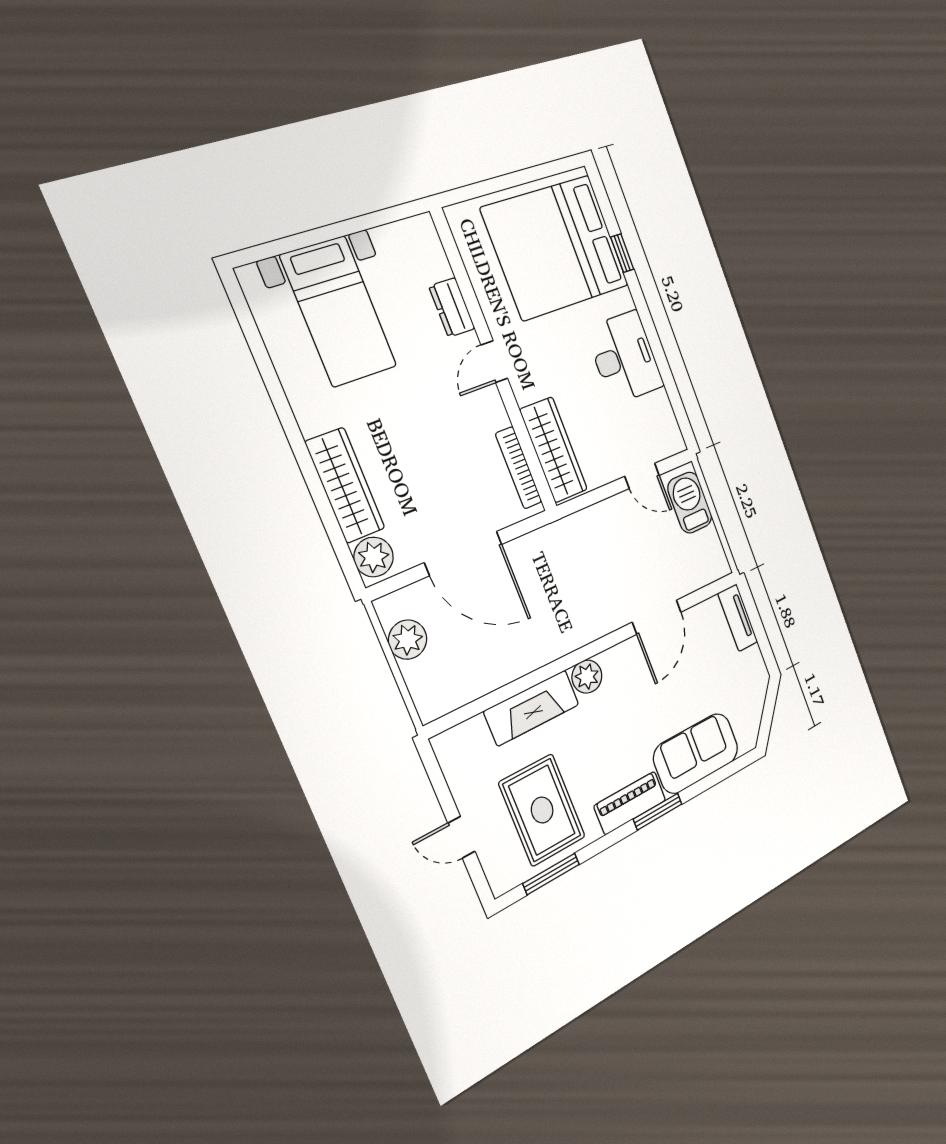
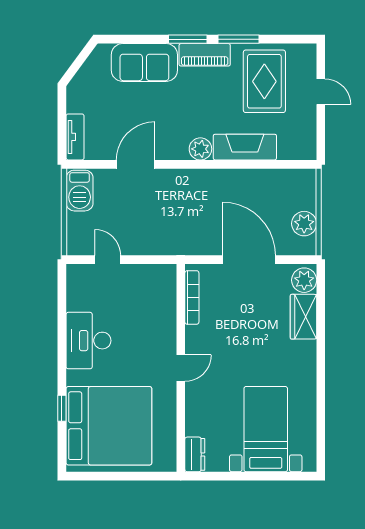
dresser: (452, 307) -> (195, 454), moved
wardrobe: (554, 450) -> (164, 300), removed
wardrobe: (345, 485) -> (303, 317), width x0.67
barbecue: (690, 503) -> (80, 191), moved
window: (551, 874) -> (239, 39), moved

